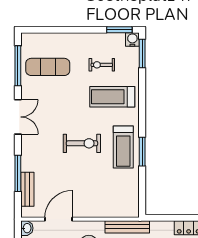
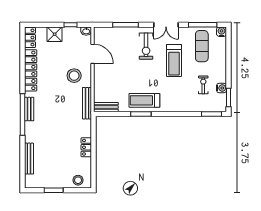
water cooler: (28, 39) -> (221, 32), added
water cooler: (132, 39) -> (221, 88), moved
treadmill: (112, 97) -> (174, 60), moved, turned 180
exercise bike: (82, 143) -> (146, 46), moved
bench: (27, 189) -> (106, 107), moved

